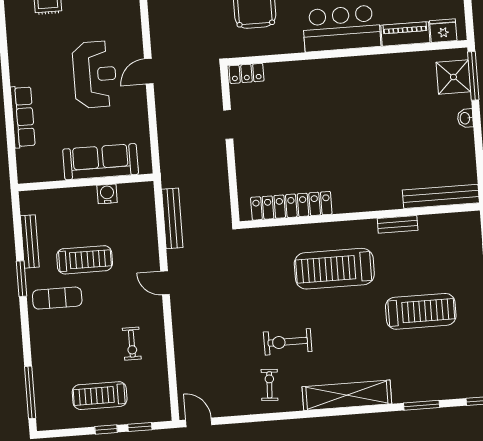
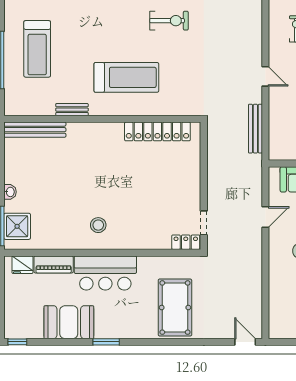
door: (149, 71) -> (265, 217), moved
stool: (355, 86) -> (98, 225), added
doorway: (228, 125) -> (204, 223), moved
treadmill: (421, 311) -> (37, 49), moved, turned -90

